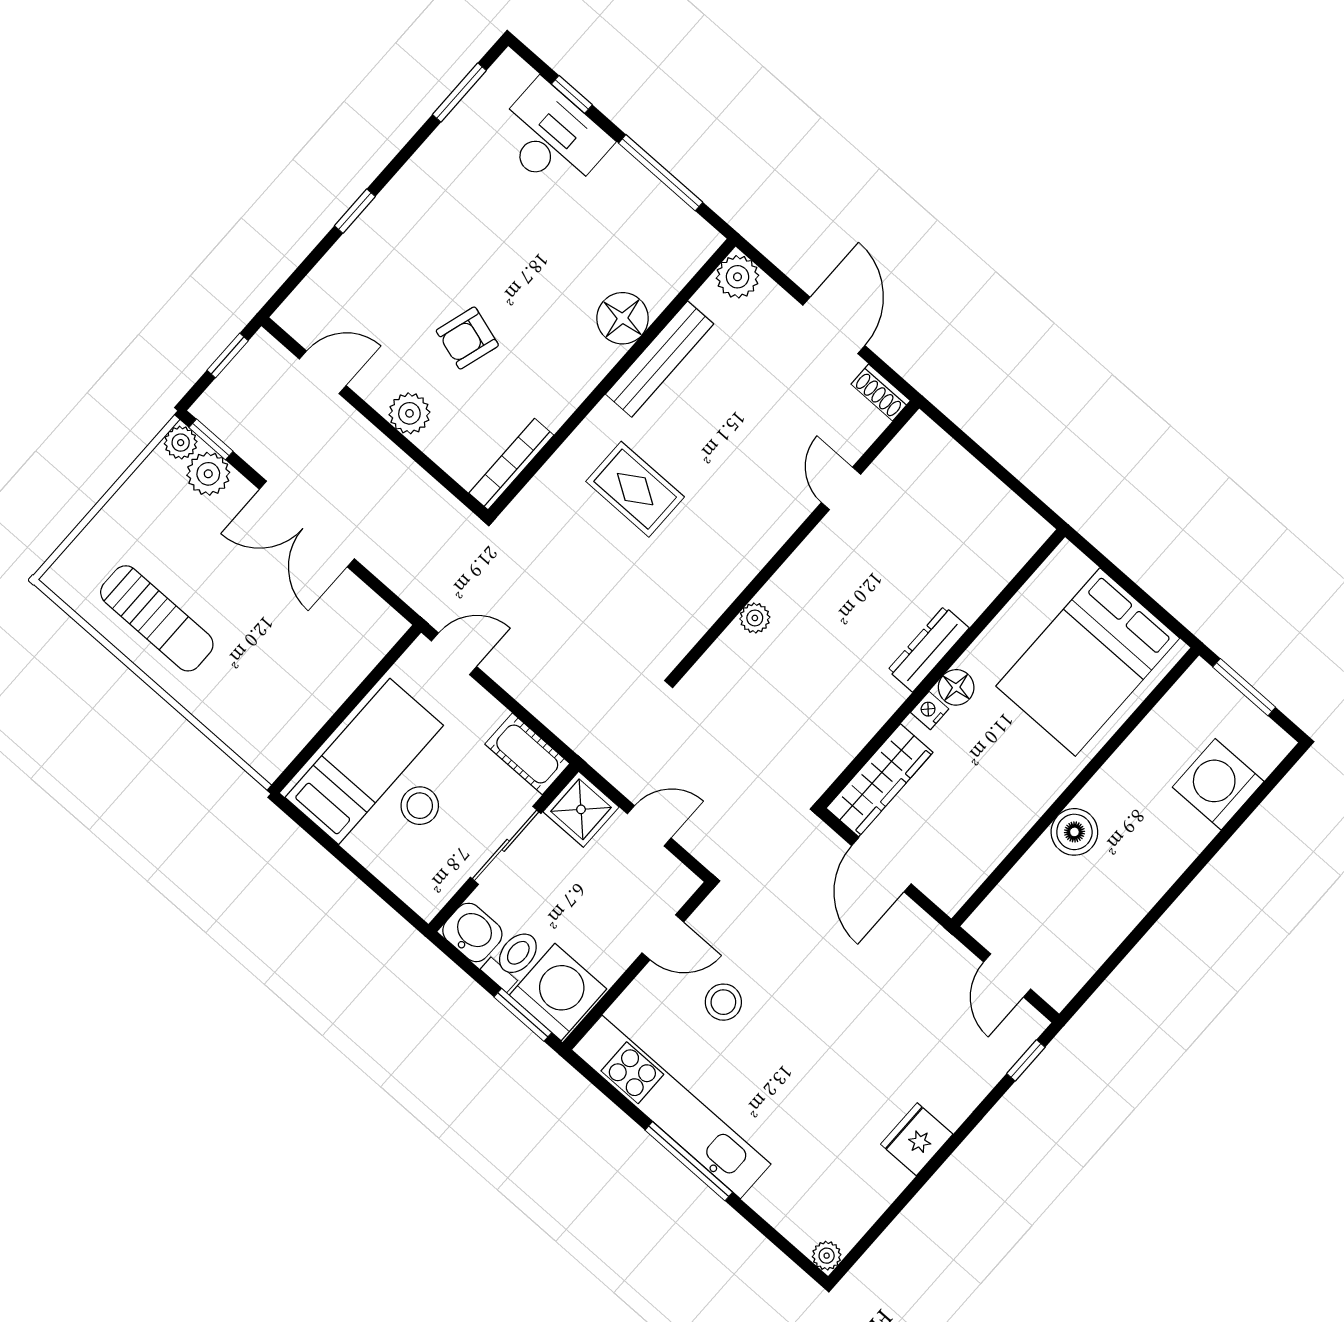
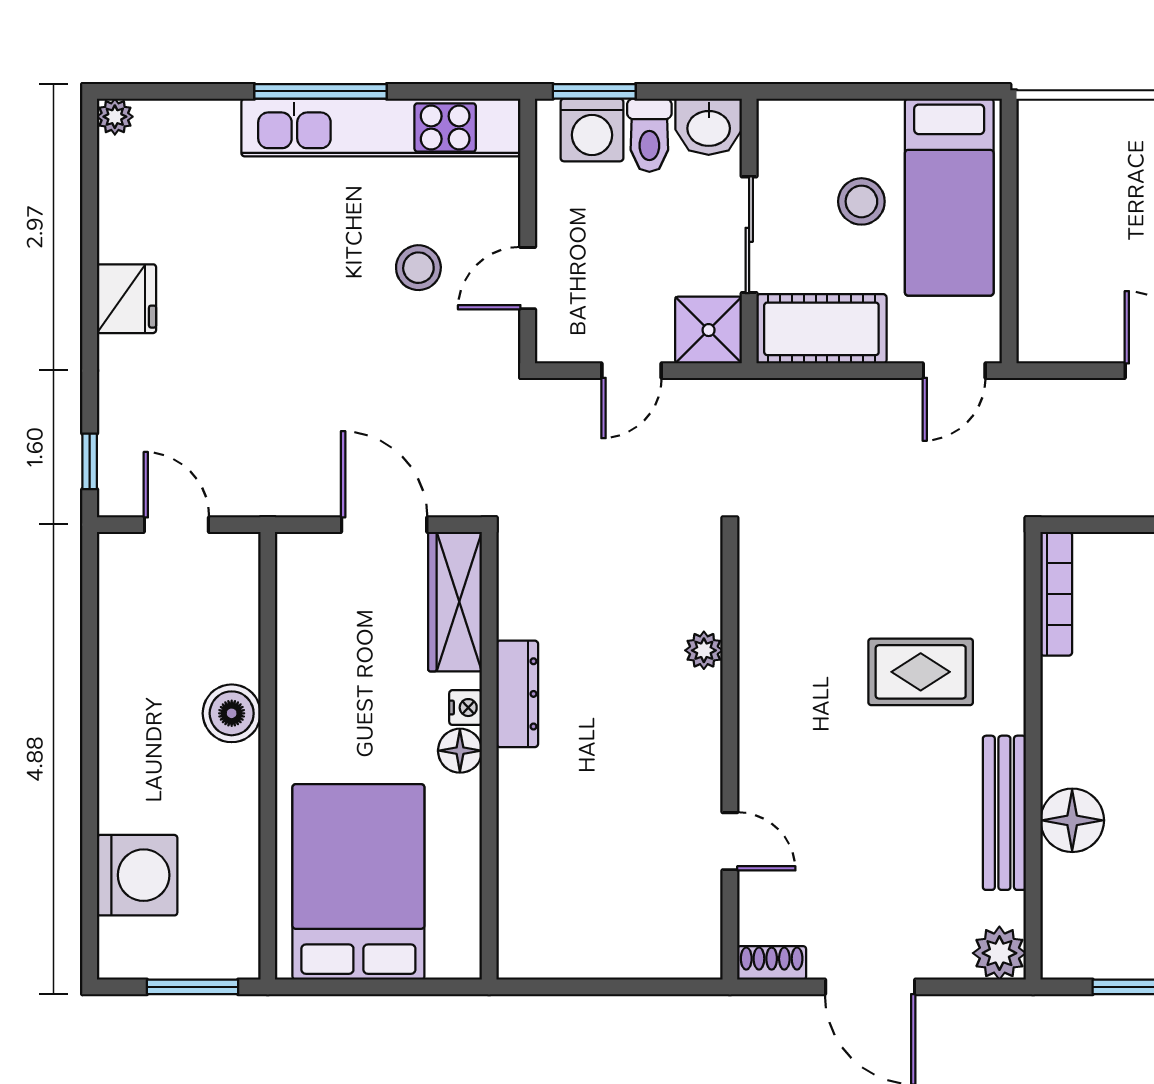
dresser: (928, 649) -> (517, 694), moved
cot: (527, 754) -> (821, 329), width x1.37, depth x1.34
washing machine: (558, 992) -> (592, 130), width x0.73, depth x0.73

